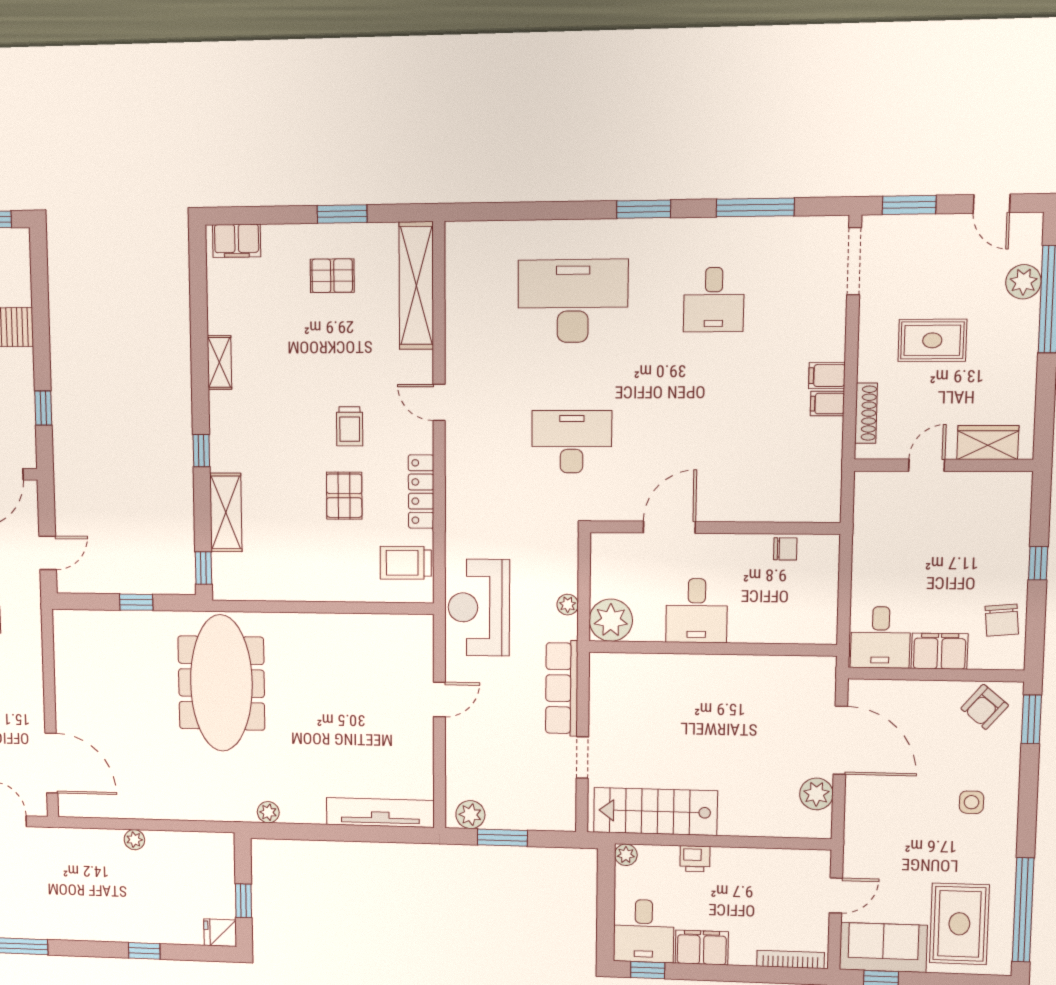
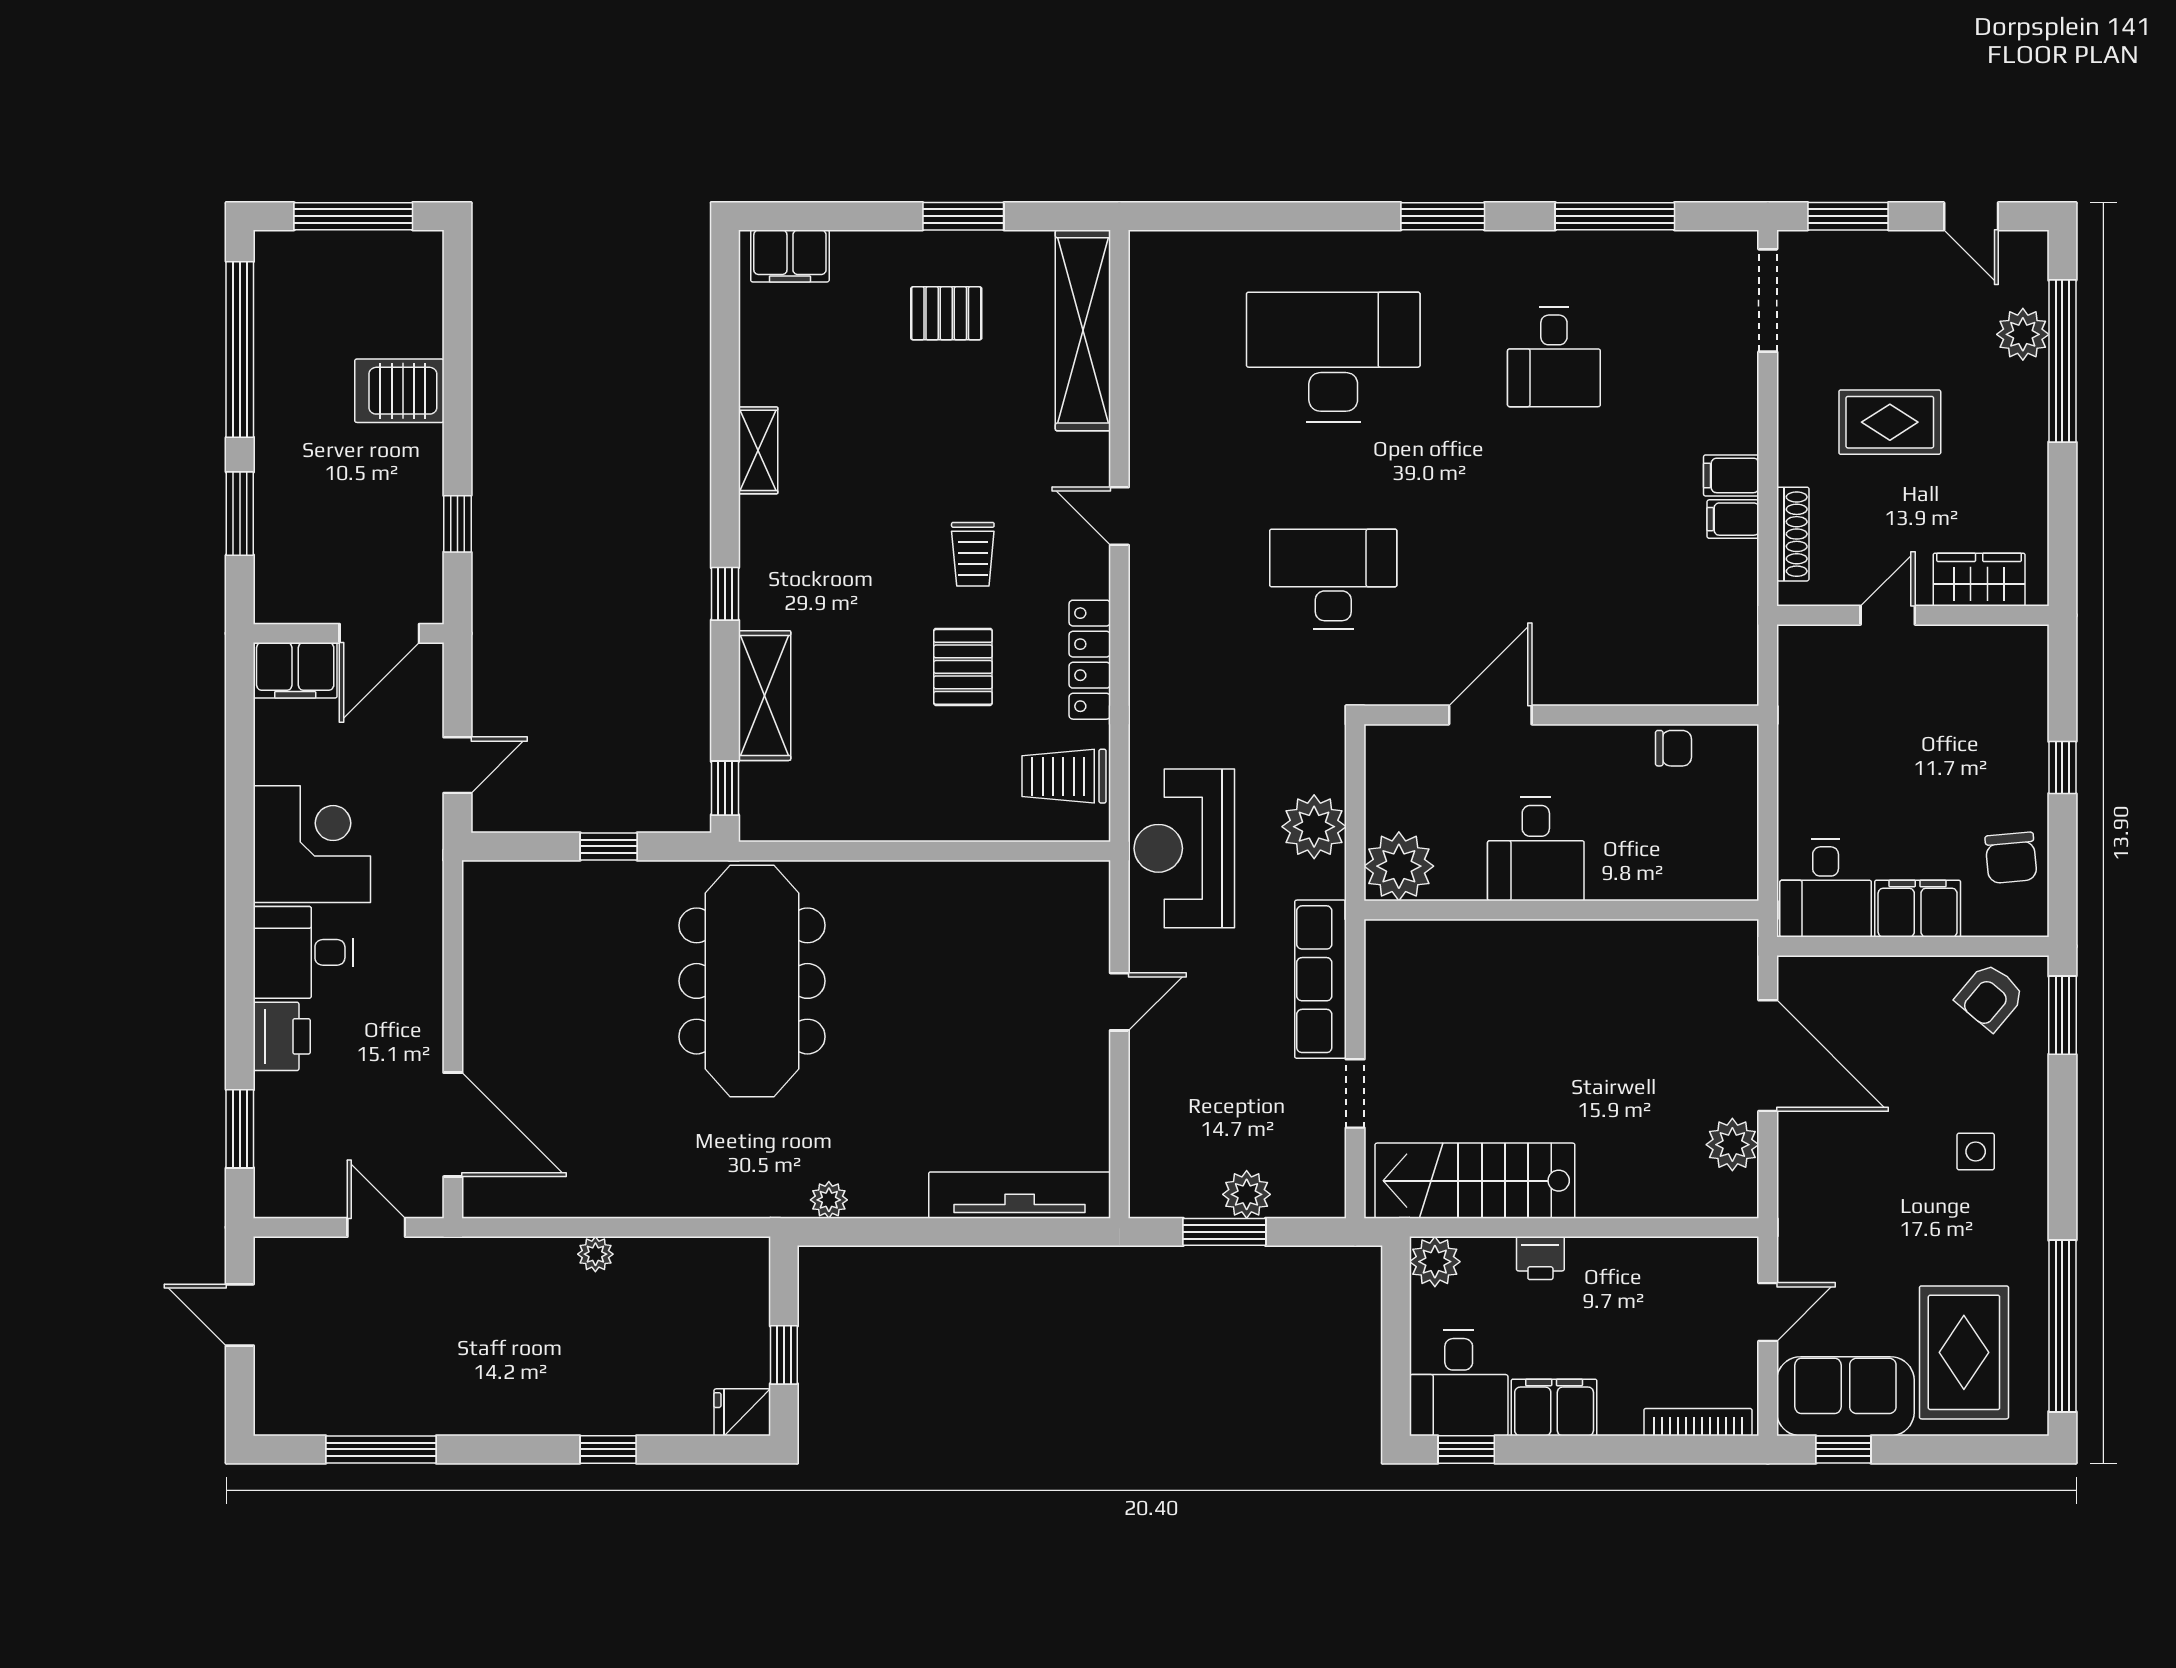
plant: (568, 605) -> (1314, 827), width x1.88, depth x1.88
plant: (470, 815) -> (1247, 1194), moved
plant: (626, 855) -> (1435, 1262), width x1.38, depth x1.38

